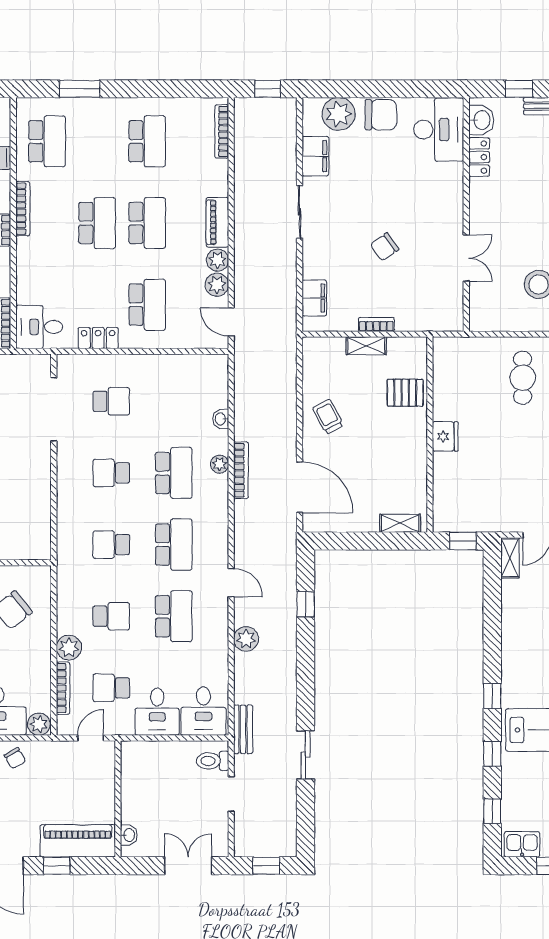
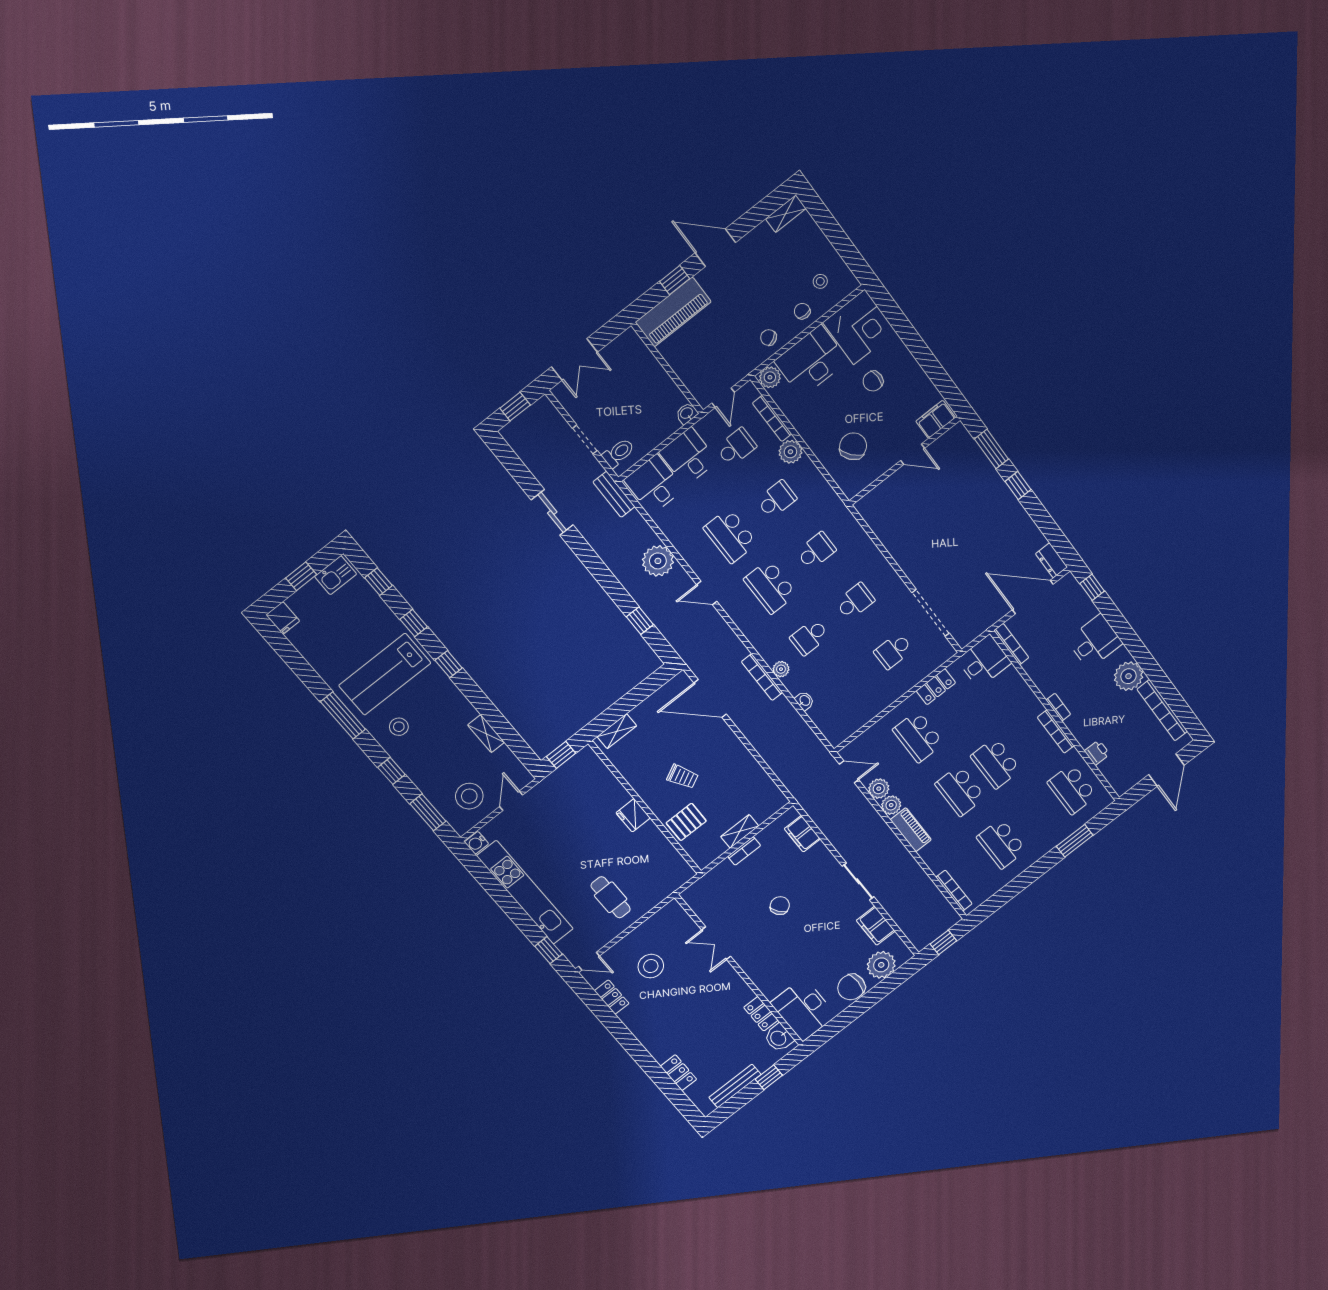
trolley: (328, 417) -> (683, 777), moved
school desk: (174, 473) -> (809, 637), width x0.54
shelving: (510, 558) -> (486, 734), moved
school desk: (111, 616) -> (777, 499), turned 180
plant: (246, 639) -> (658, 561), width x1.36, depth x1.36
washbasin: (129, 835) -> (687, 413), moved, turned 90

